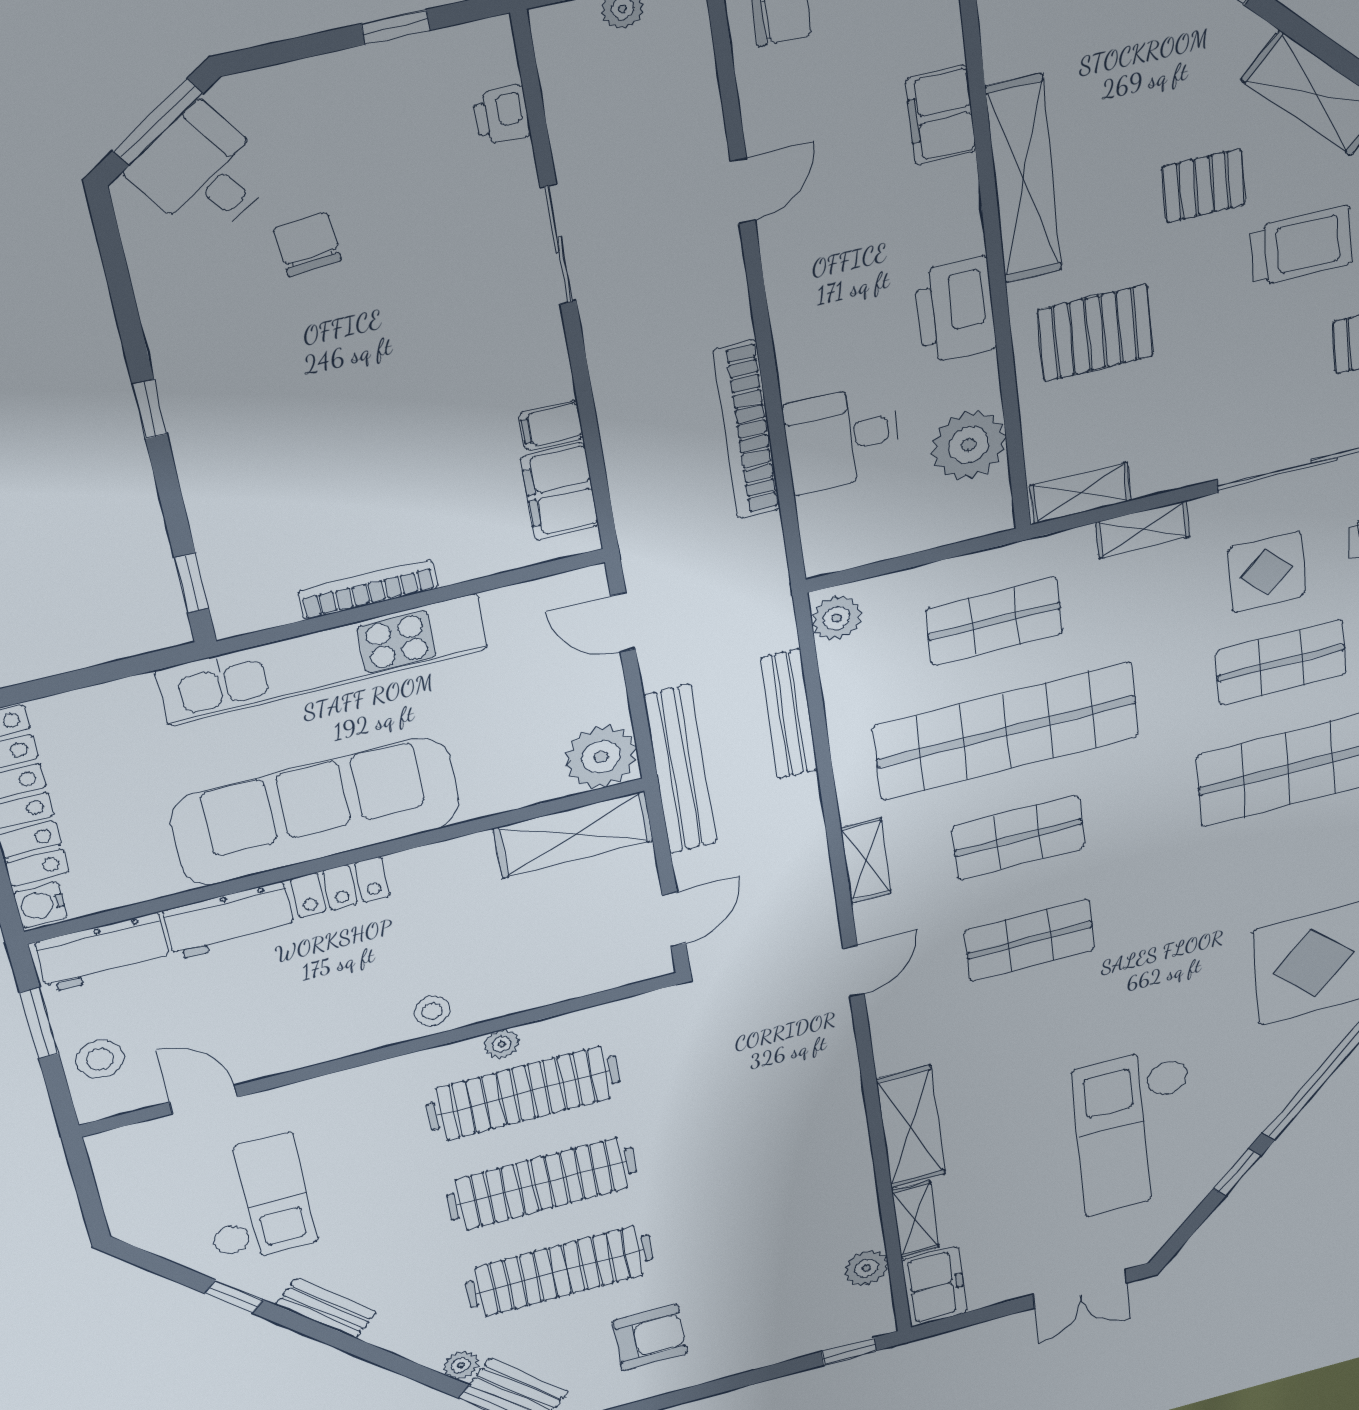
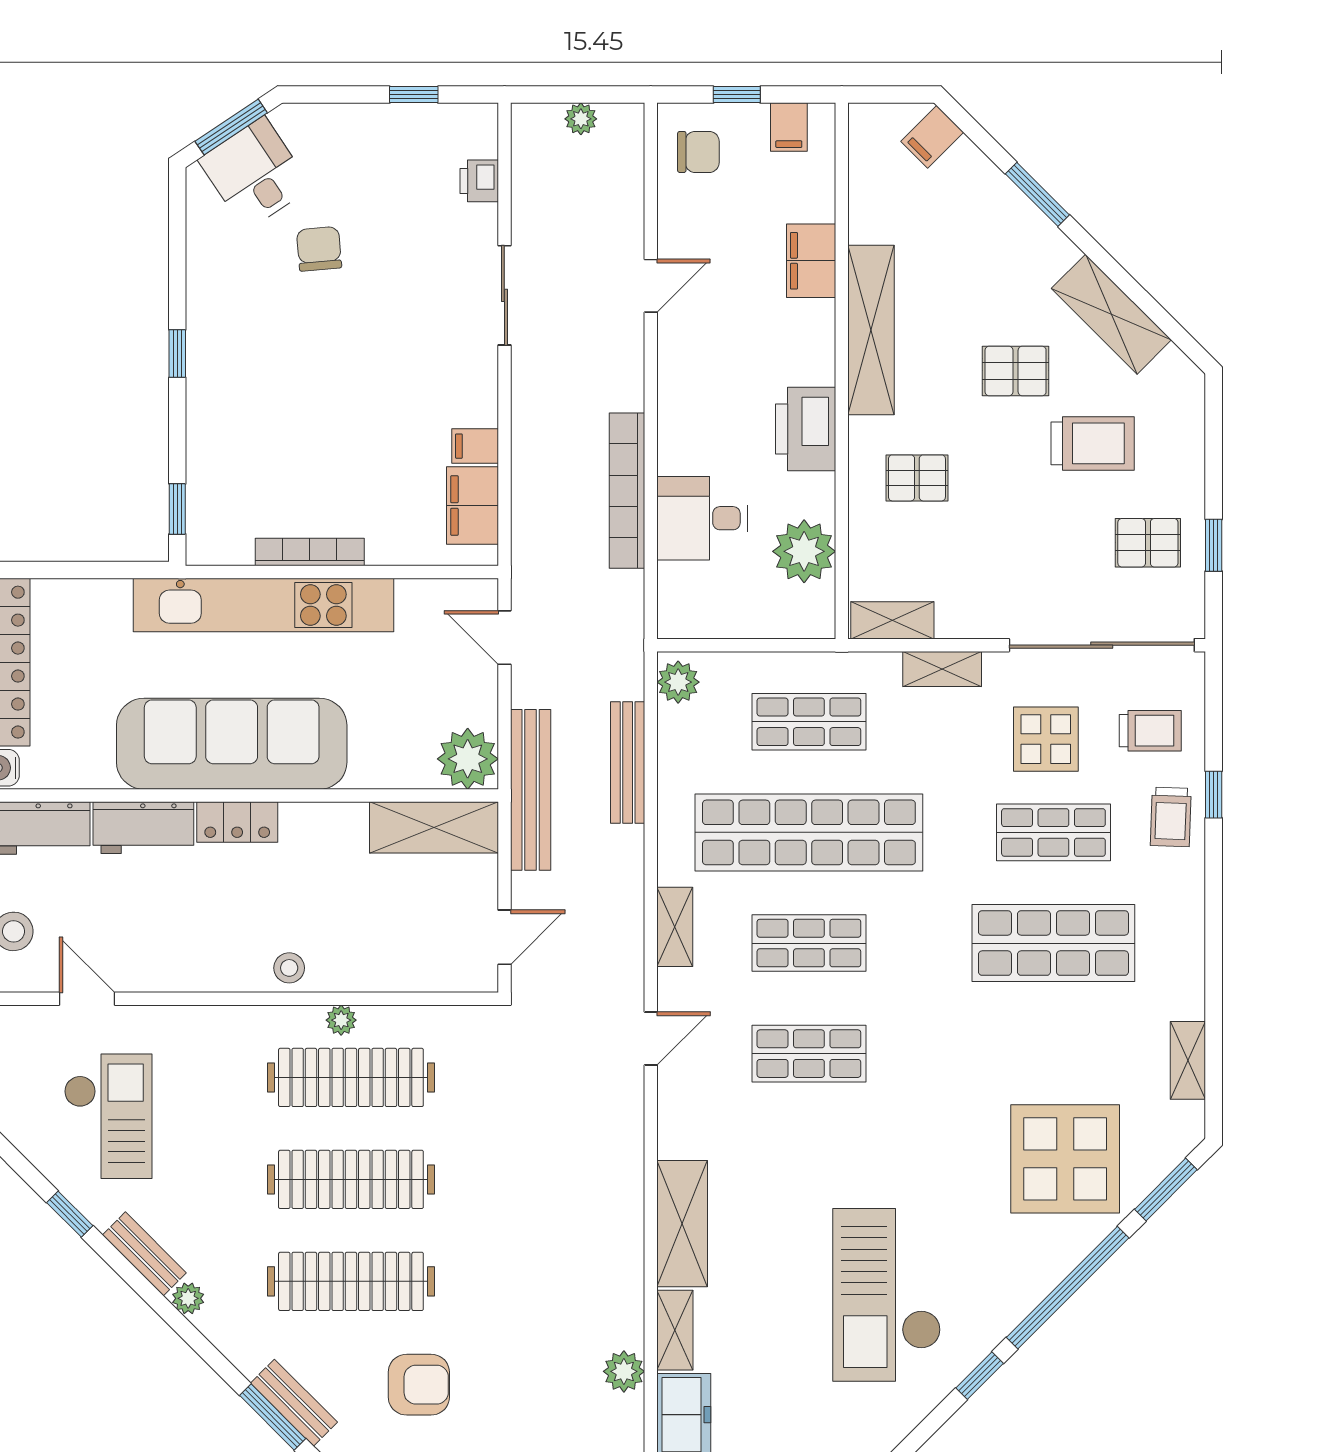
pallet: (1095, 333) -> (917, 478), width x0.67, depth x0.71
plant: (461, 1365) -> (188, 1298), moved

